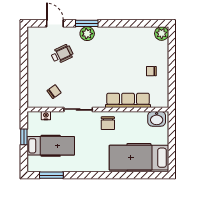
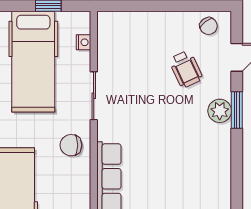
chair: (54, 92) -> (208, 26), moved
hospital bed: (51, 146) -> (33, 62), width x1.37, depth x1.29

